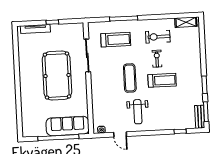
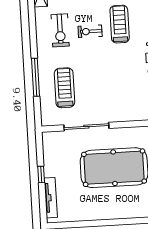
exercise mat: (130, 78) -> (117, 68), removed

